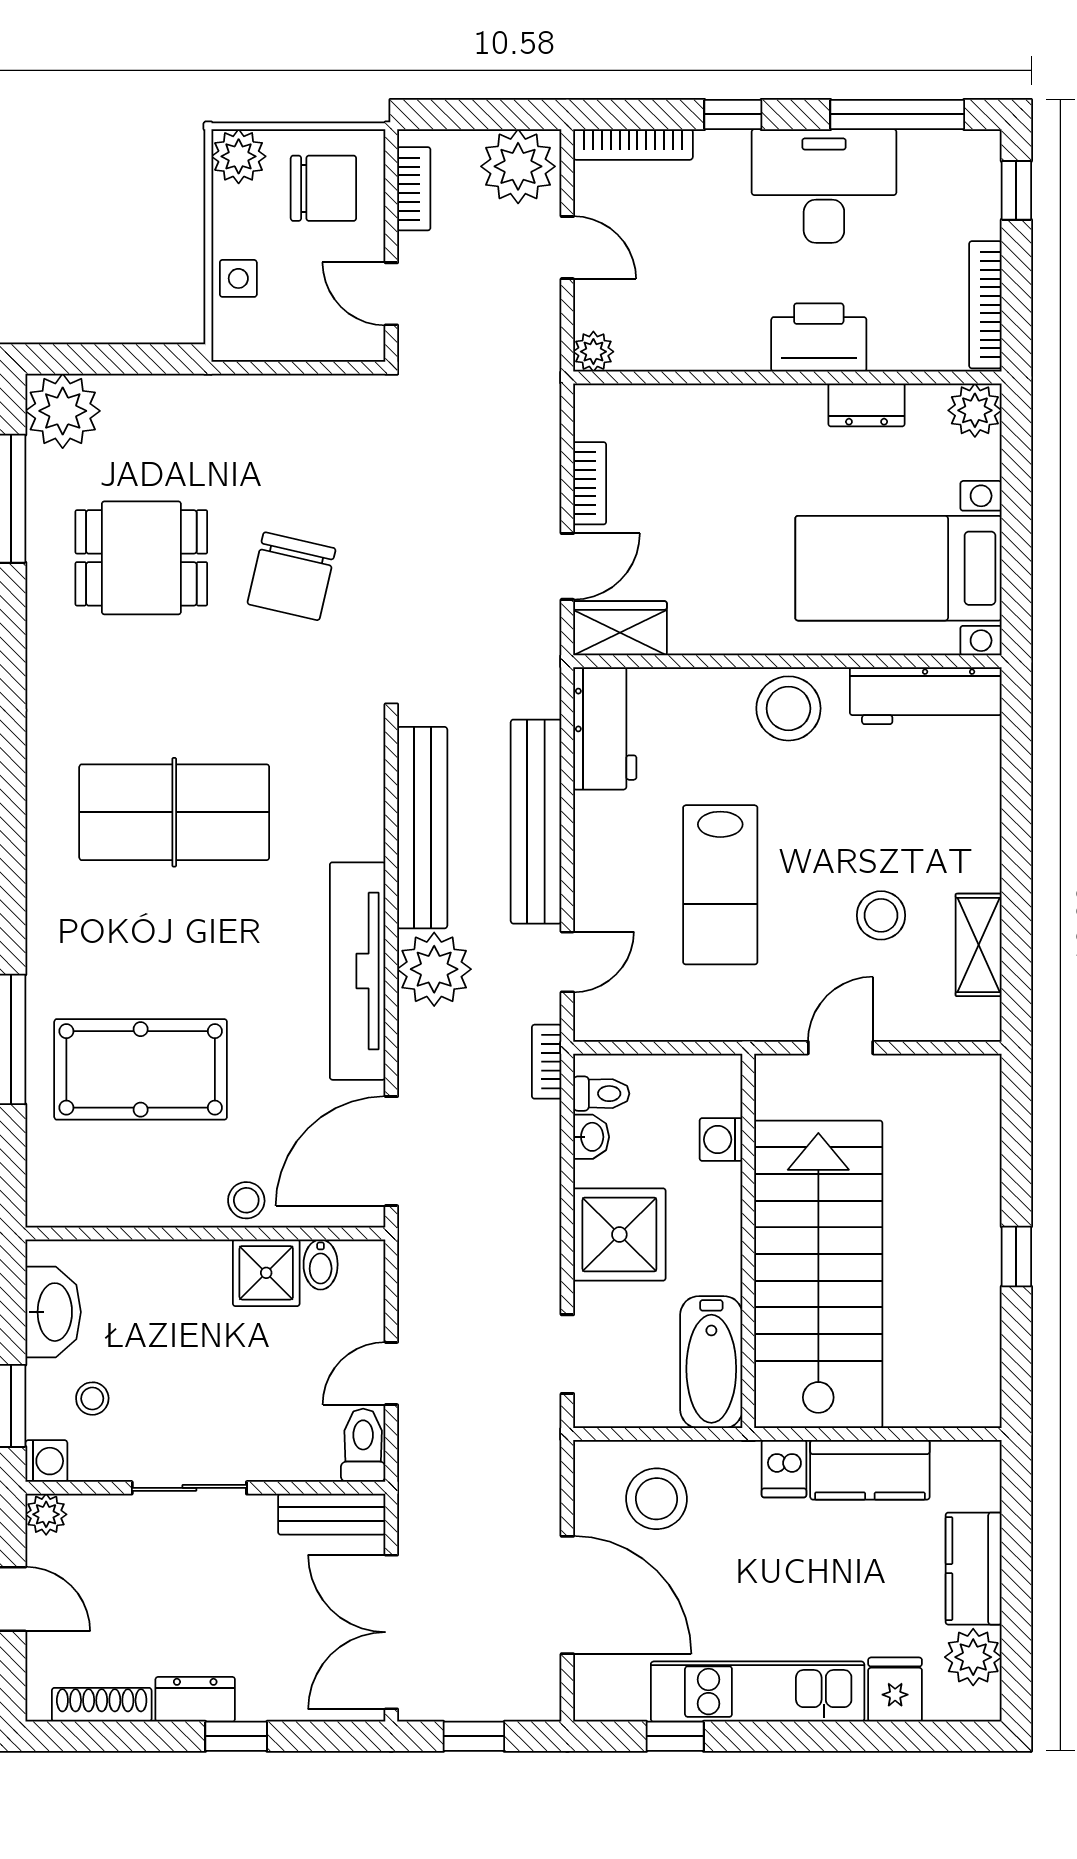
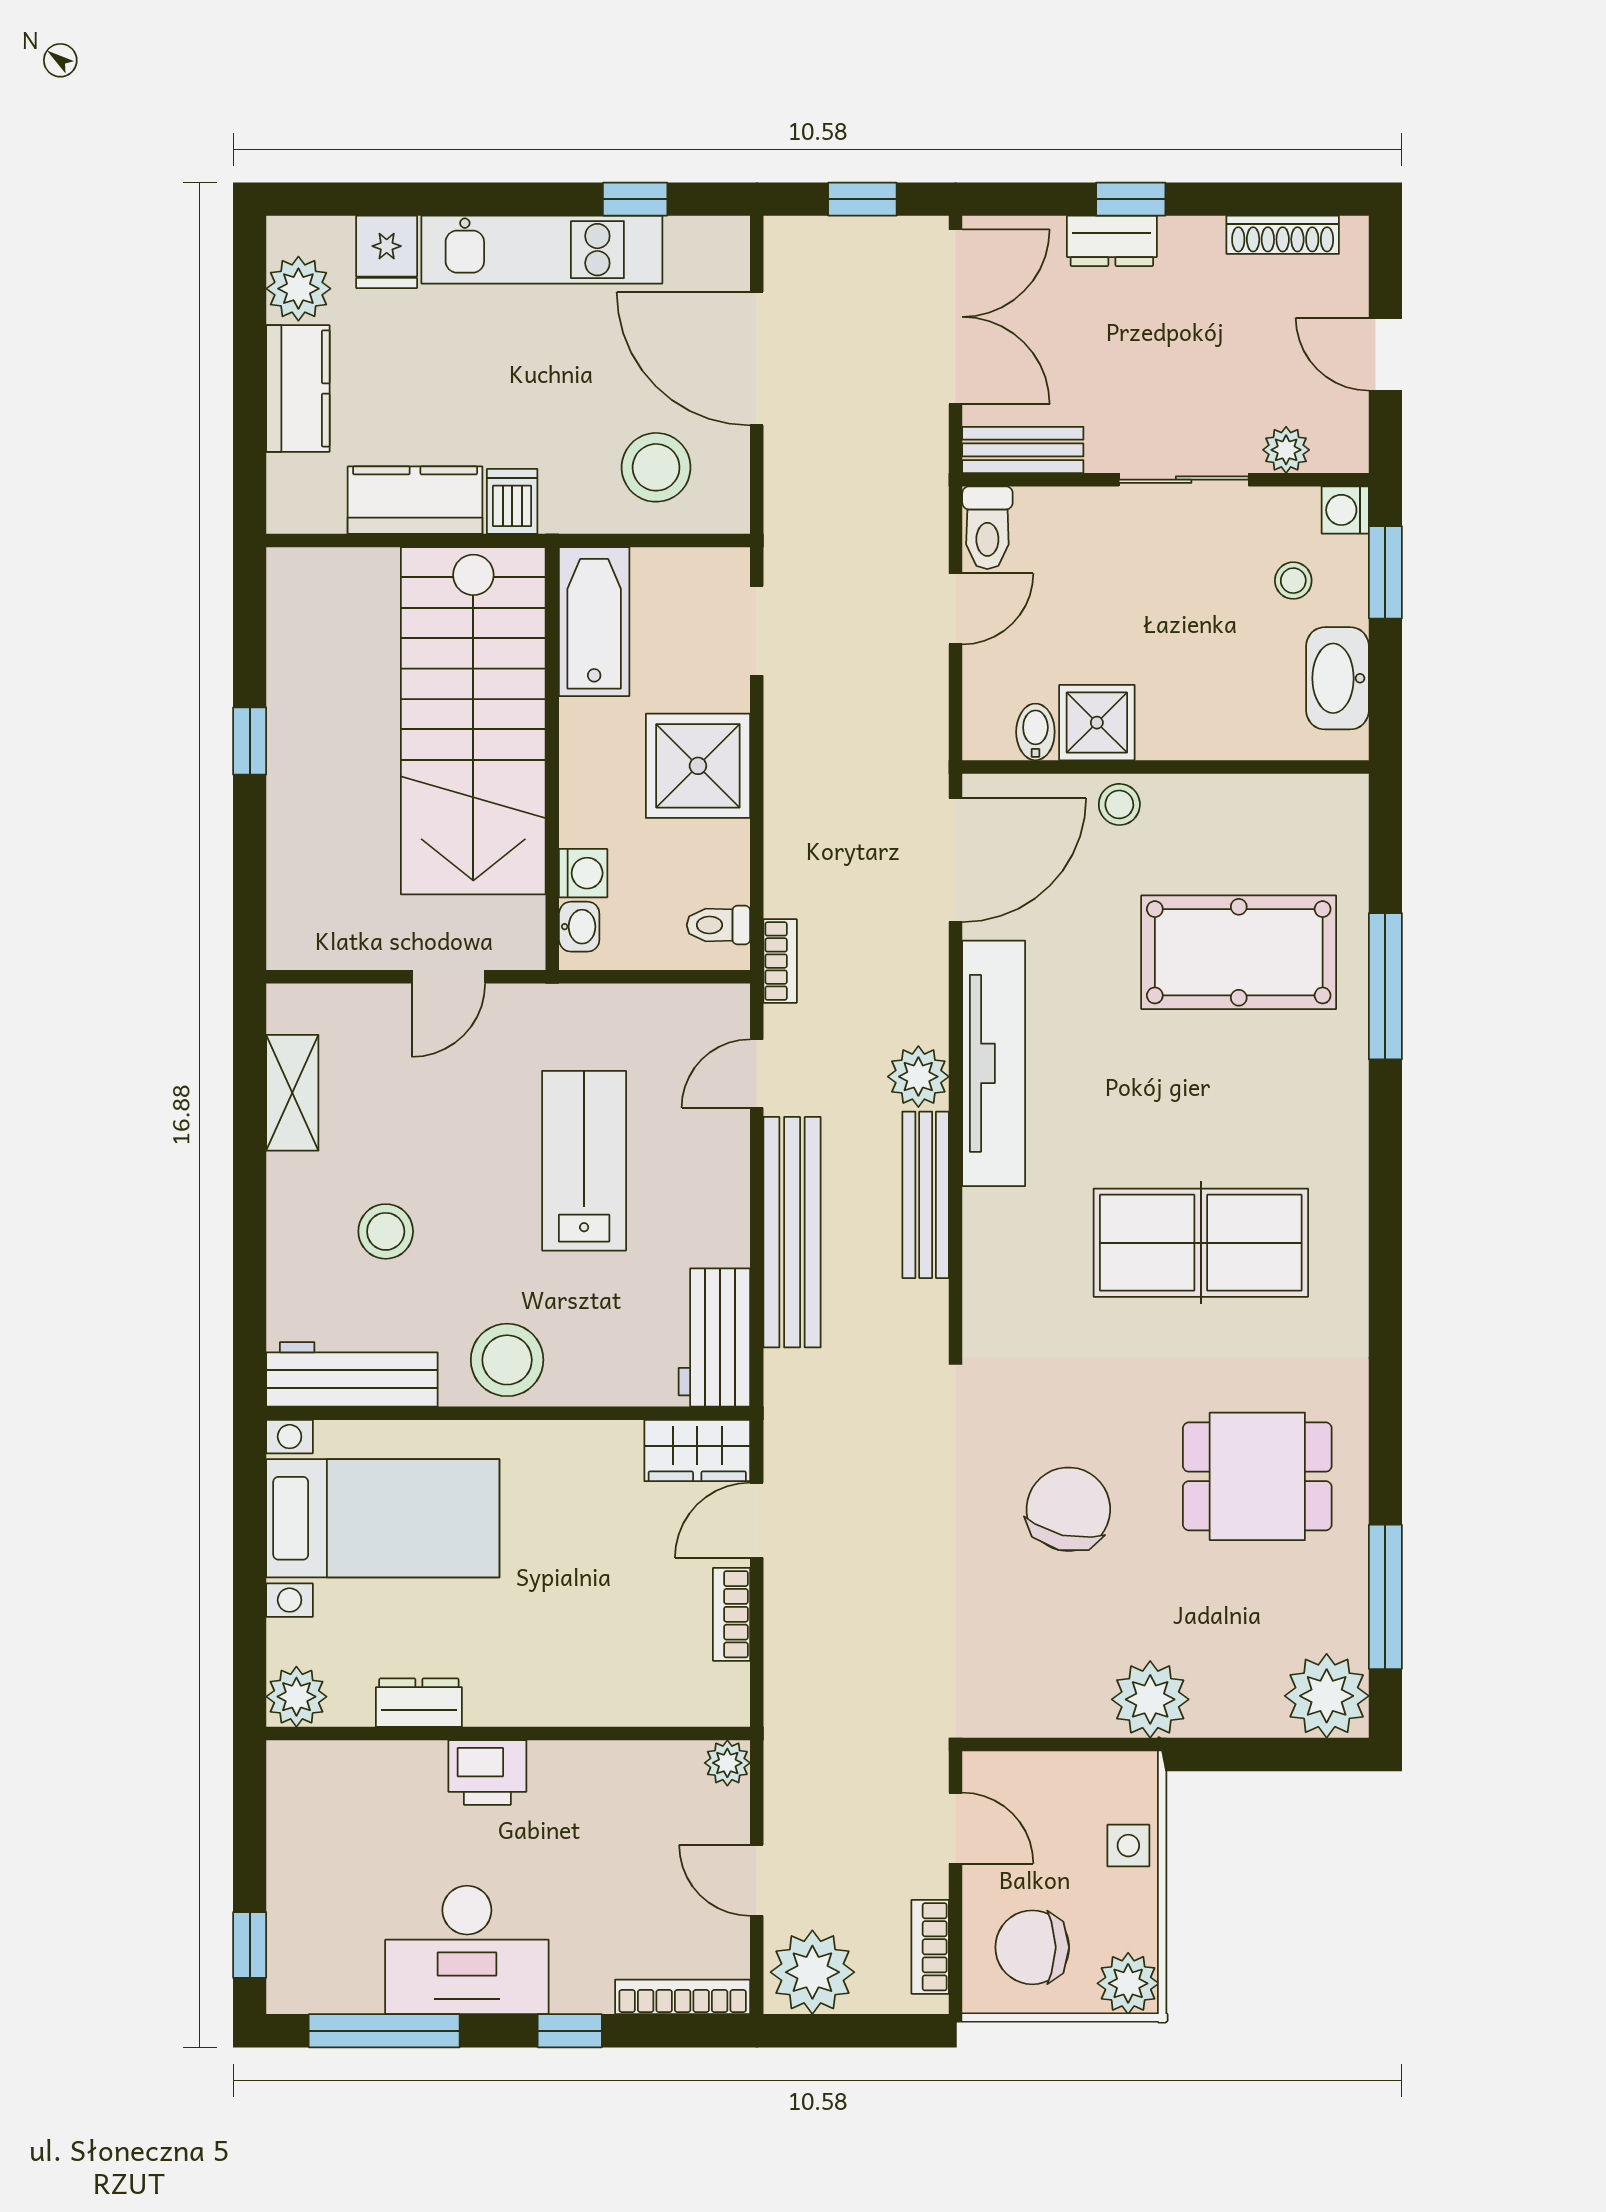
bookcase: (985, 305) -> (285, 1816), removed
printer: (819, 338) -> (487, 1772), width x0.73, depth x0.84
plant: (219, 408) -> (1150, 1699), added
dining table: (141, 558) -> (1257, 1476), moved
bench: (422, 828) -> (926, 1195), width x0.73, depth x0.82
stool: (881, 915) -> (386, 1231), moved
plant: (434, 969) -> (918, 1077), width x0.73, depth x0.73
washbasin: (591, 1137) -> (579, 927), moved, turned 180
plant: (46, 1514) -> (1286, 450), moved
dresser: (195, 1699) -> (1112, 241), moved

